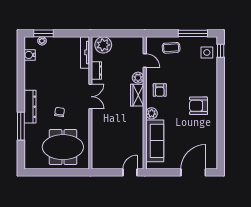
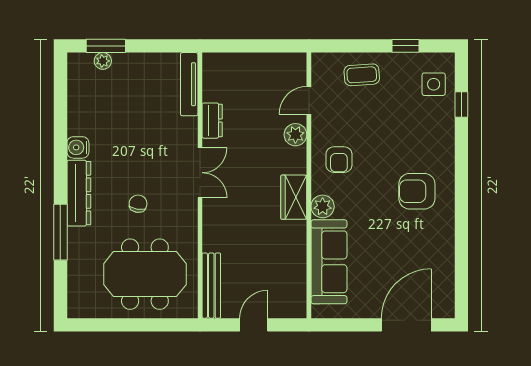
window: (193, 33) -> (406, 46), width x0.46
plant: (103, 45) -> (226, 69), removed
window: (221, 51) -> (461, 104), moved
water cooler: (30, 55) -> (78, 147), moved
door: (145, 60) -> (309, 100), swing flipped
wardrobe: (137, 95) -> (294, 197), moved
bench: (96, 153) -> (211, 286), added
door: (130, 172) -> (254, 325), moved

